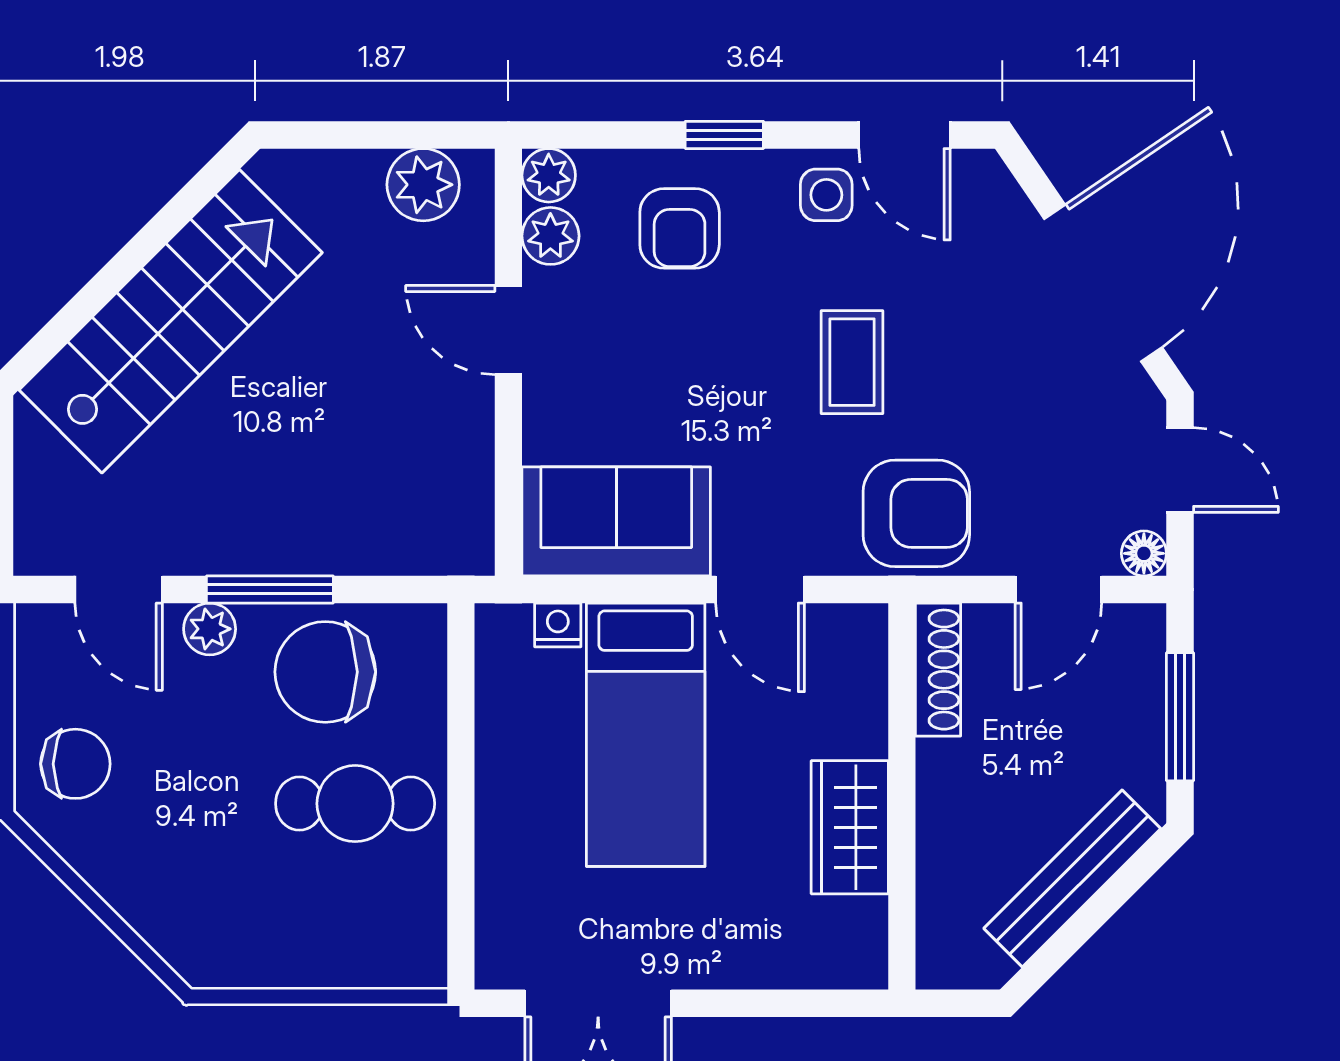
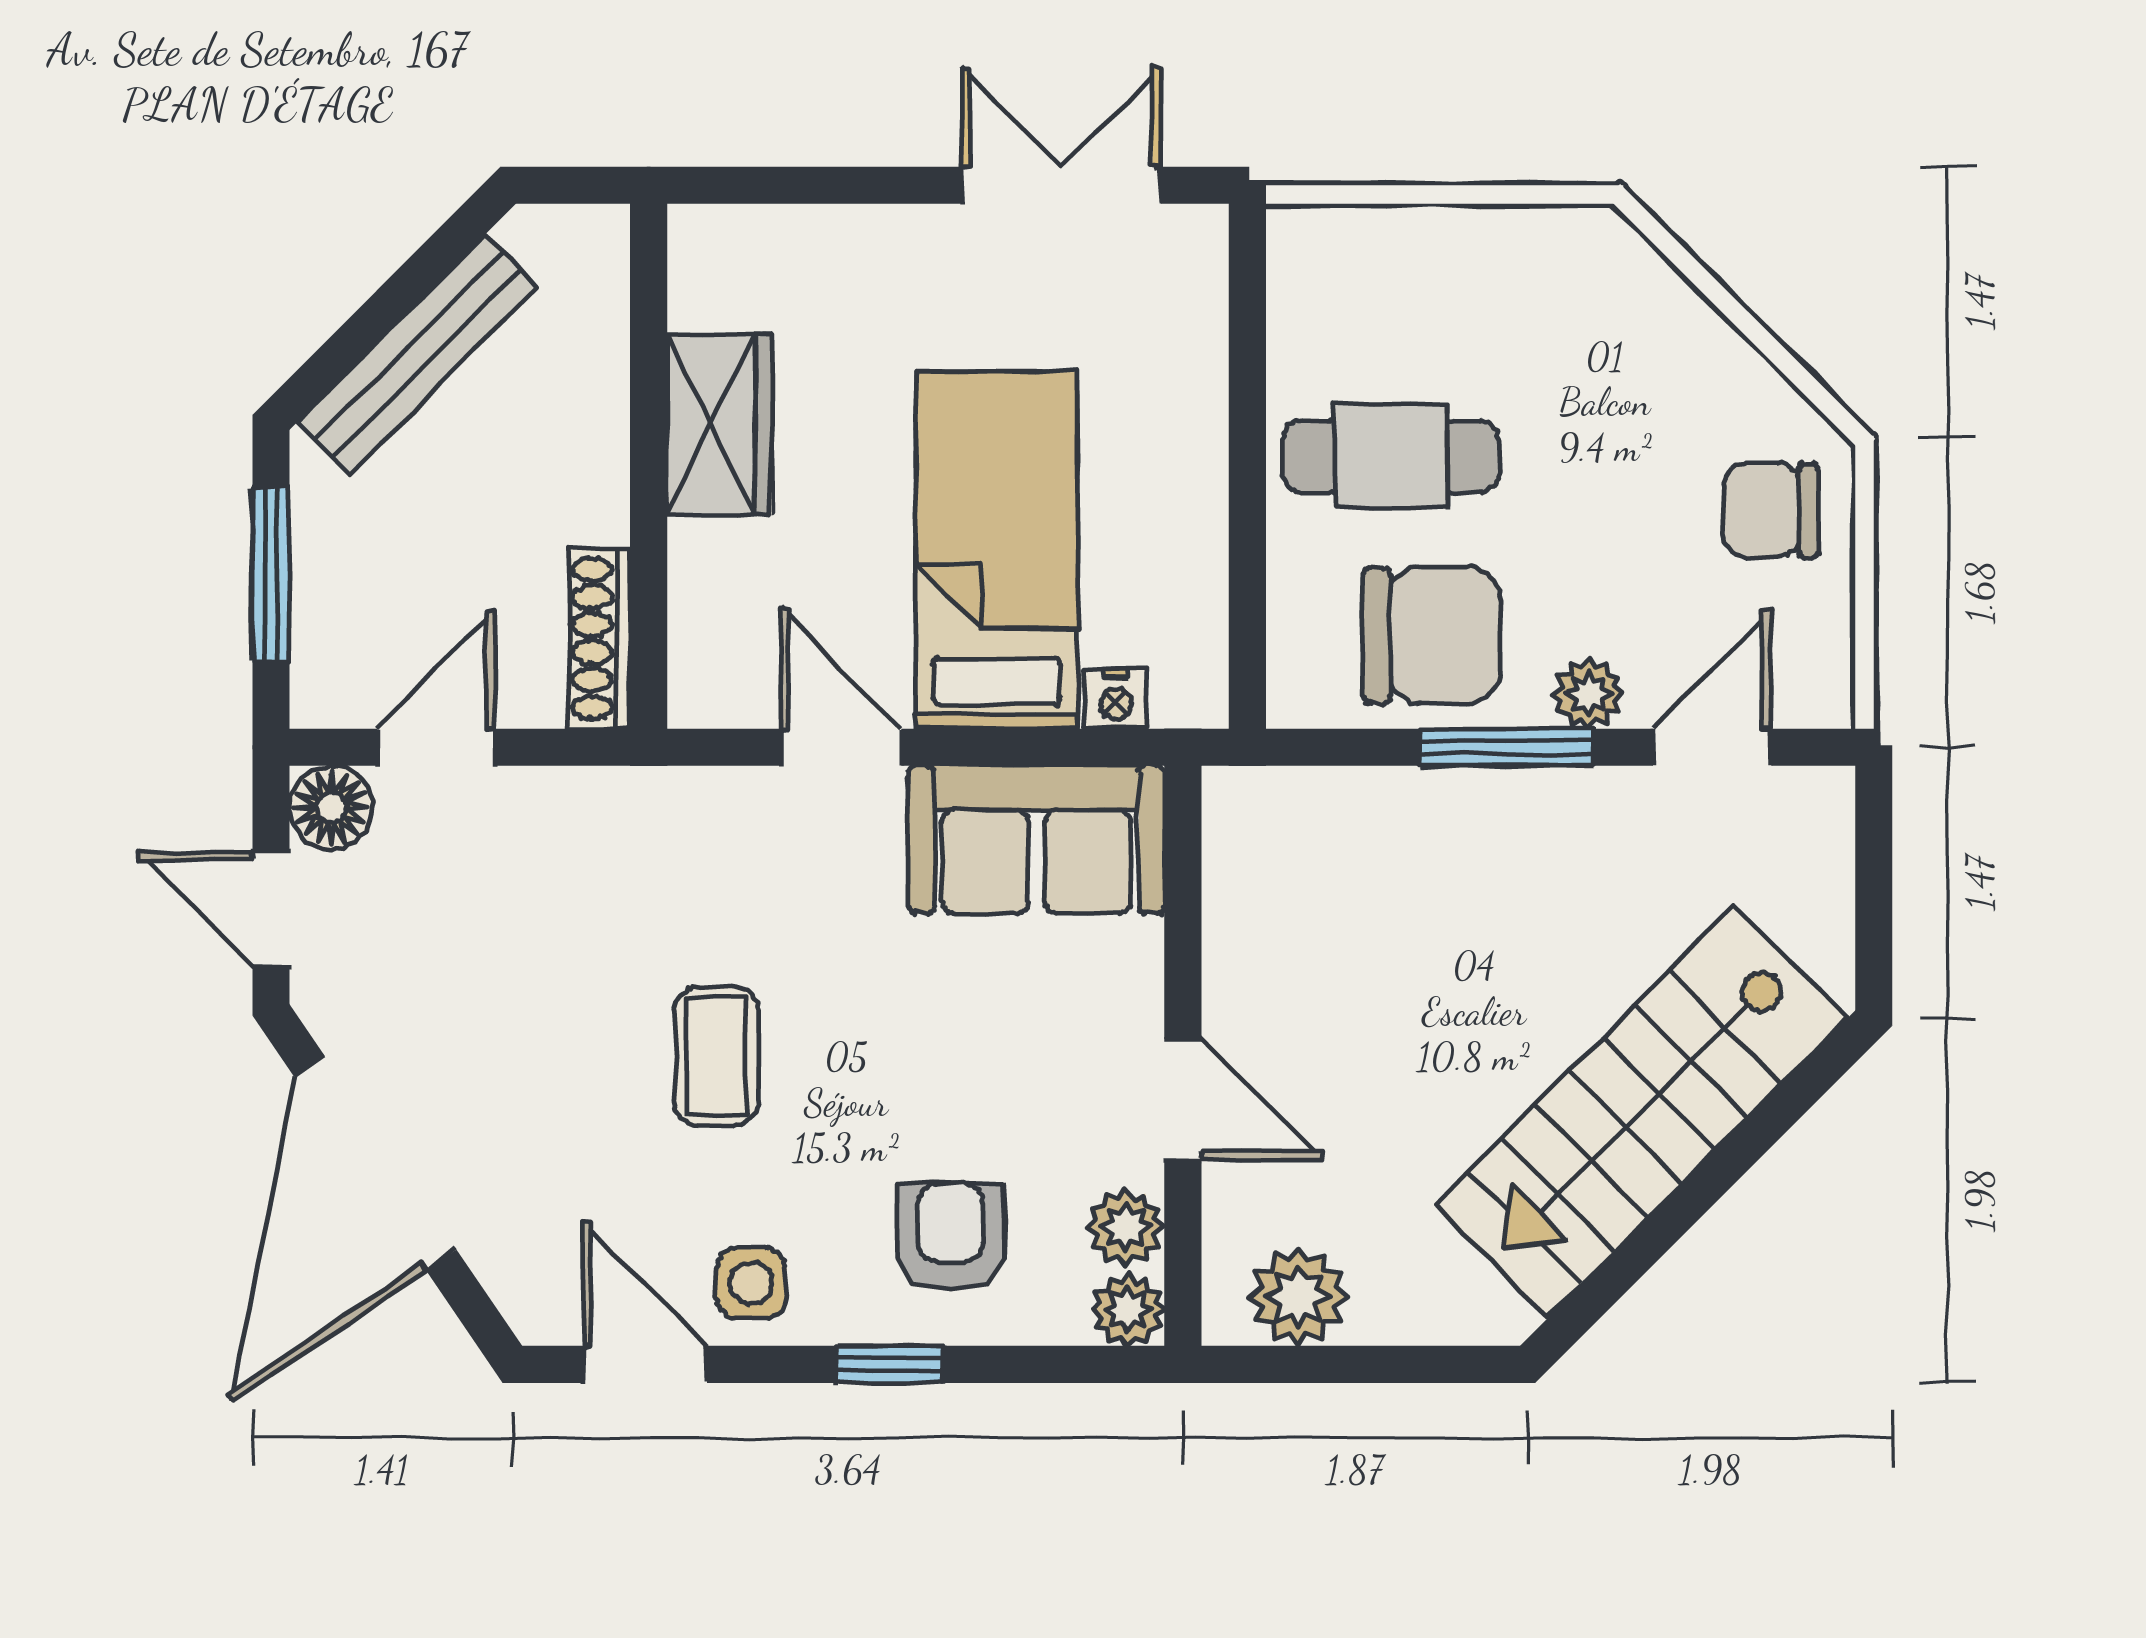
armchair: (916, 513) -> (629, 851), removed
floor lamp: (1144, 553) -> (331, 807), width x1.37, depth x1.37
door: (119, 589) -> (1712, 747), hinge flipped

